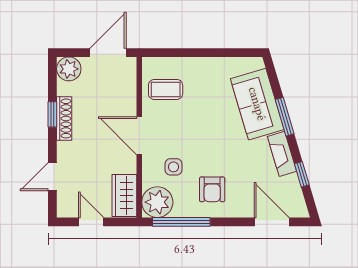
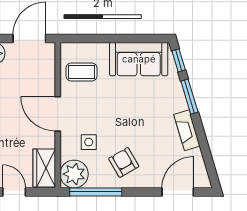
sofa: (257, 104) -> (139, 59), moved, turned -73
window: (302, 174) -> (179, 60), moved
armchair: (212, 189) -> (124, 162), turned 150
door: (272, 222) -> (178, 192), hinge flipped

